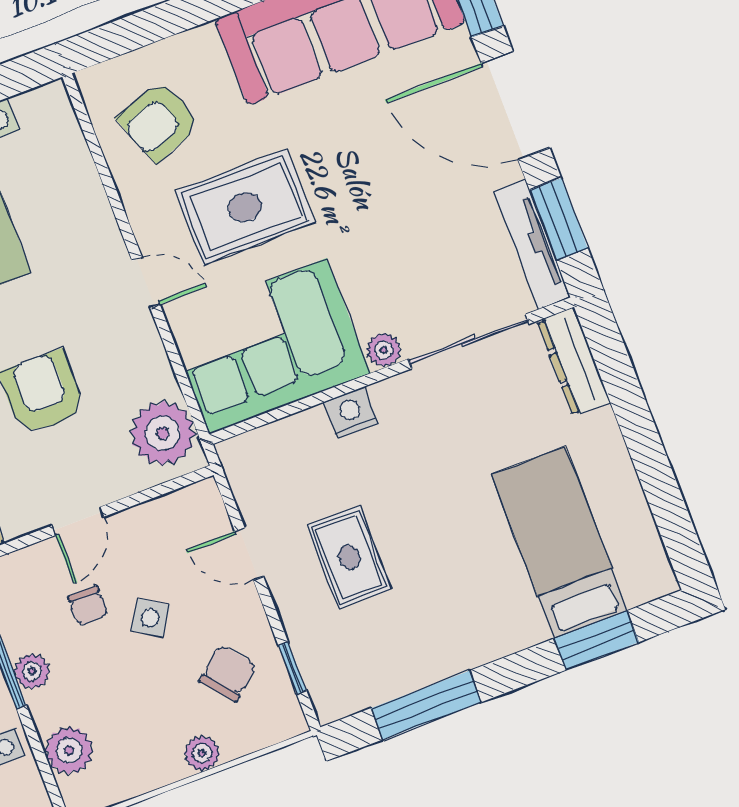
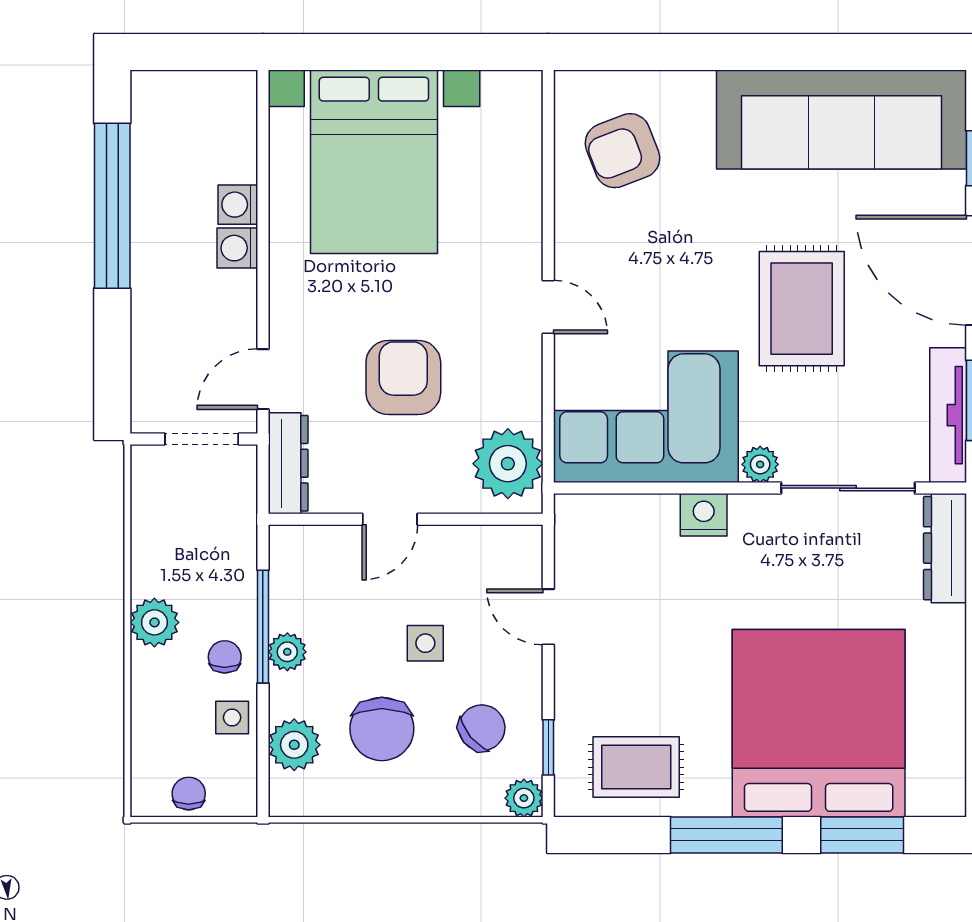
rug: (245, 207) -> (802, 309), moved, turned 90
bed: (560, 542) -> (819, 723), width x2.04
rug: (349, 557) -> (636, 767), moved, turned 90
chair: (88, 606) -> (382, 729), moved, width x1.87, depth x1.87
side table: (150, 618) -> (425, 643), turned -33
window: (426, 705) -> (726, 835), moved
plant: (202, 753) -> (524, 798), moved

